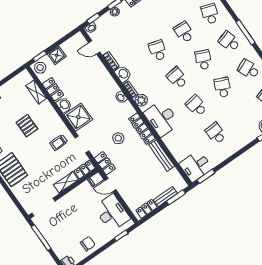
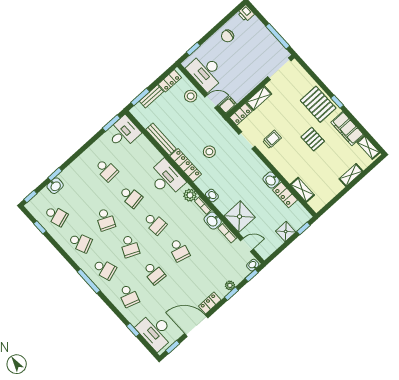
stool: (40, 68) -> (191, 96), moved
shower: (78, 117) -> (240, 217), moved
pallet: (27, 126) -> (313, 139), moved
locker: (105, 163) -> (220, 123), removed

